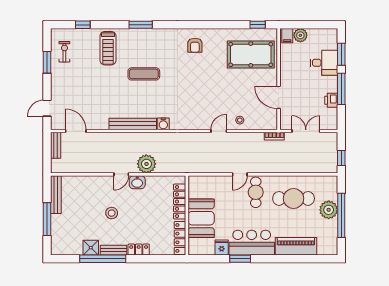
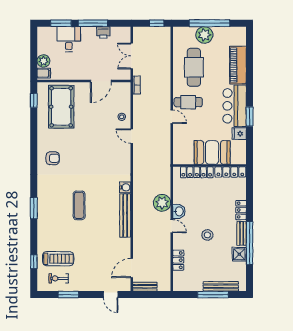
treadmill: (108, 48) -> (58, 259), moved
locker: (84, 181) -> (178, 260), added
bench: (56, 195) -> (221, 286), moved

